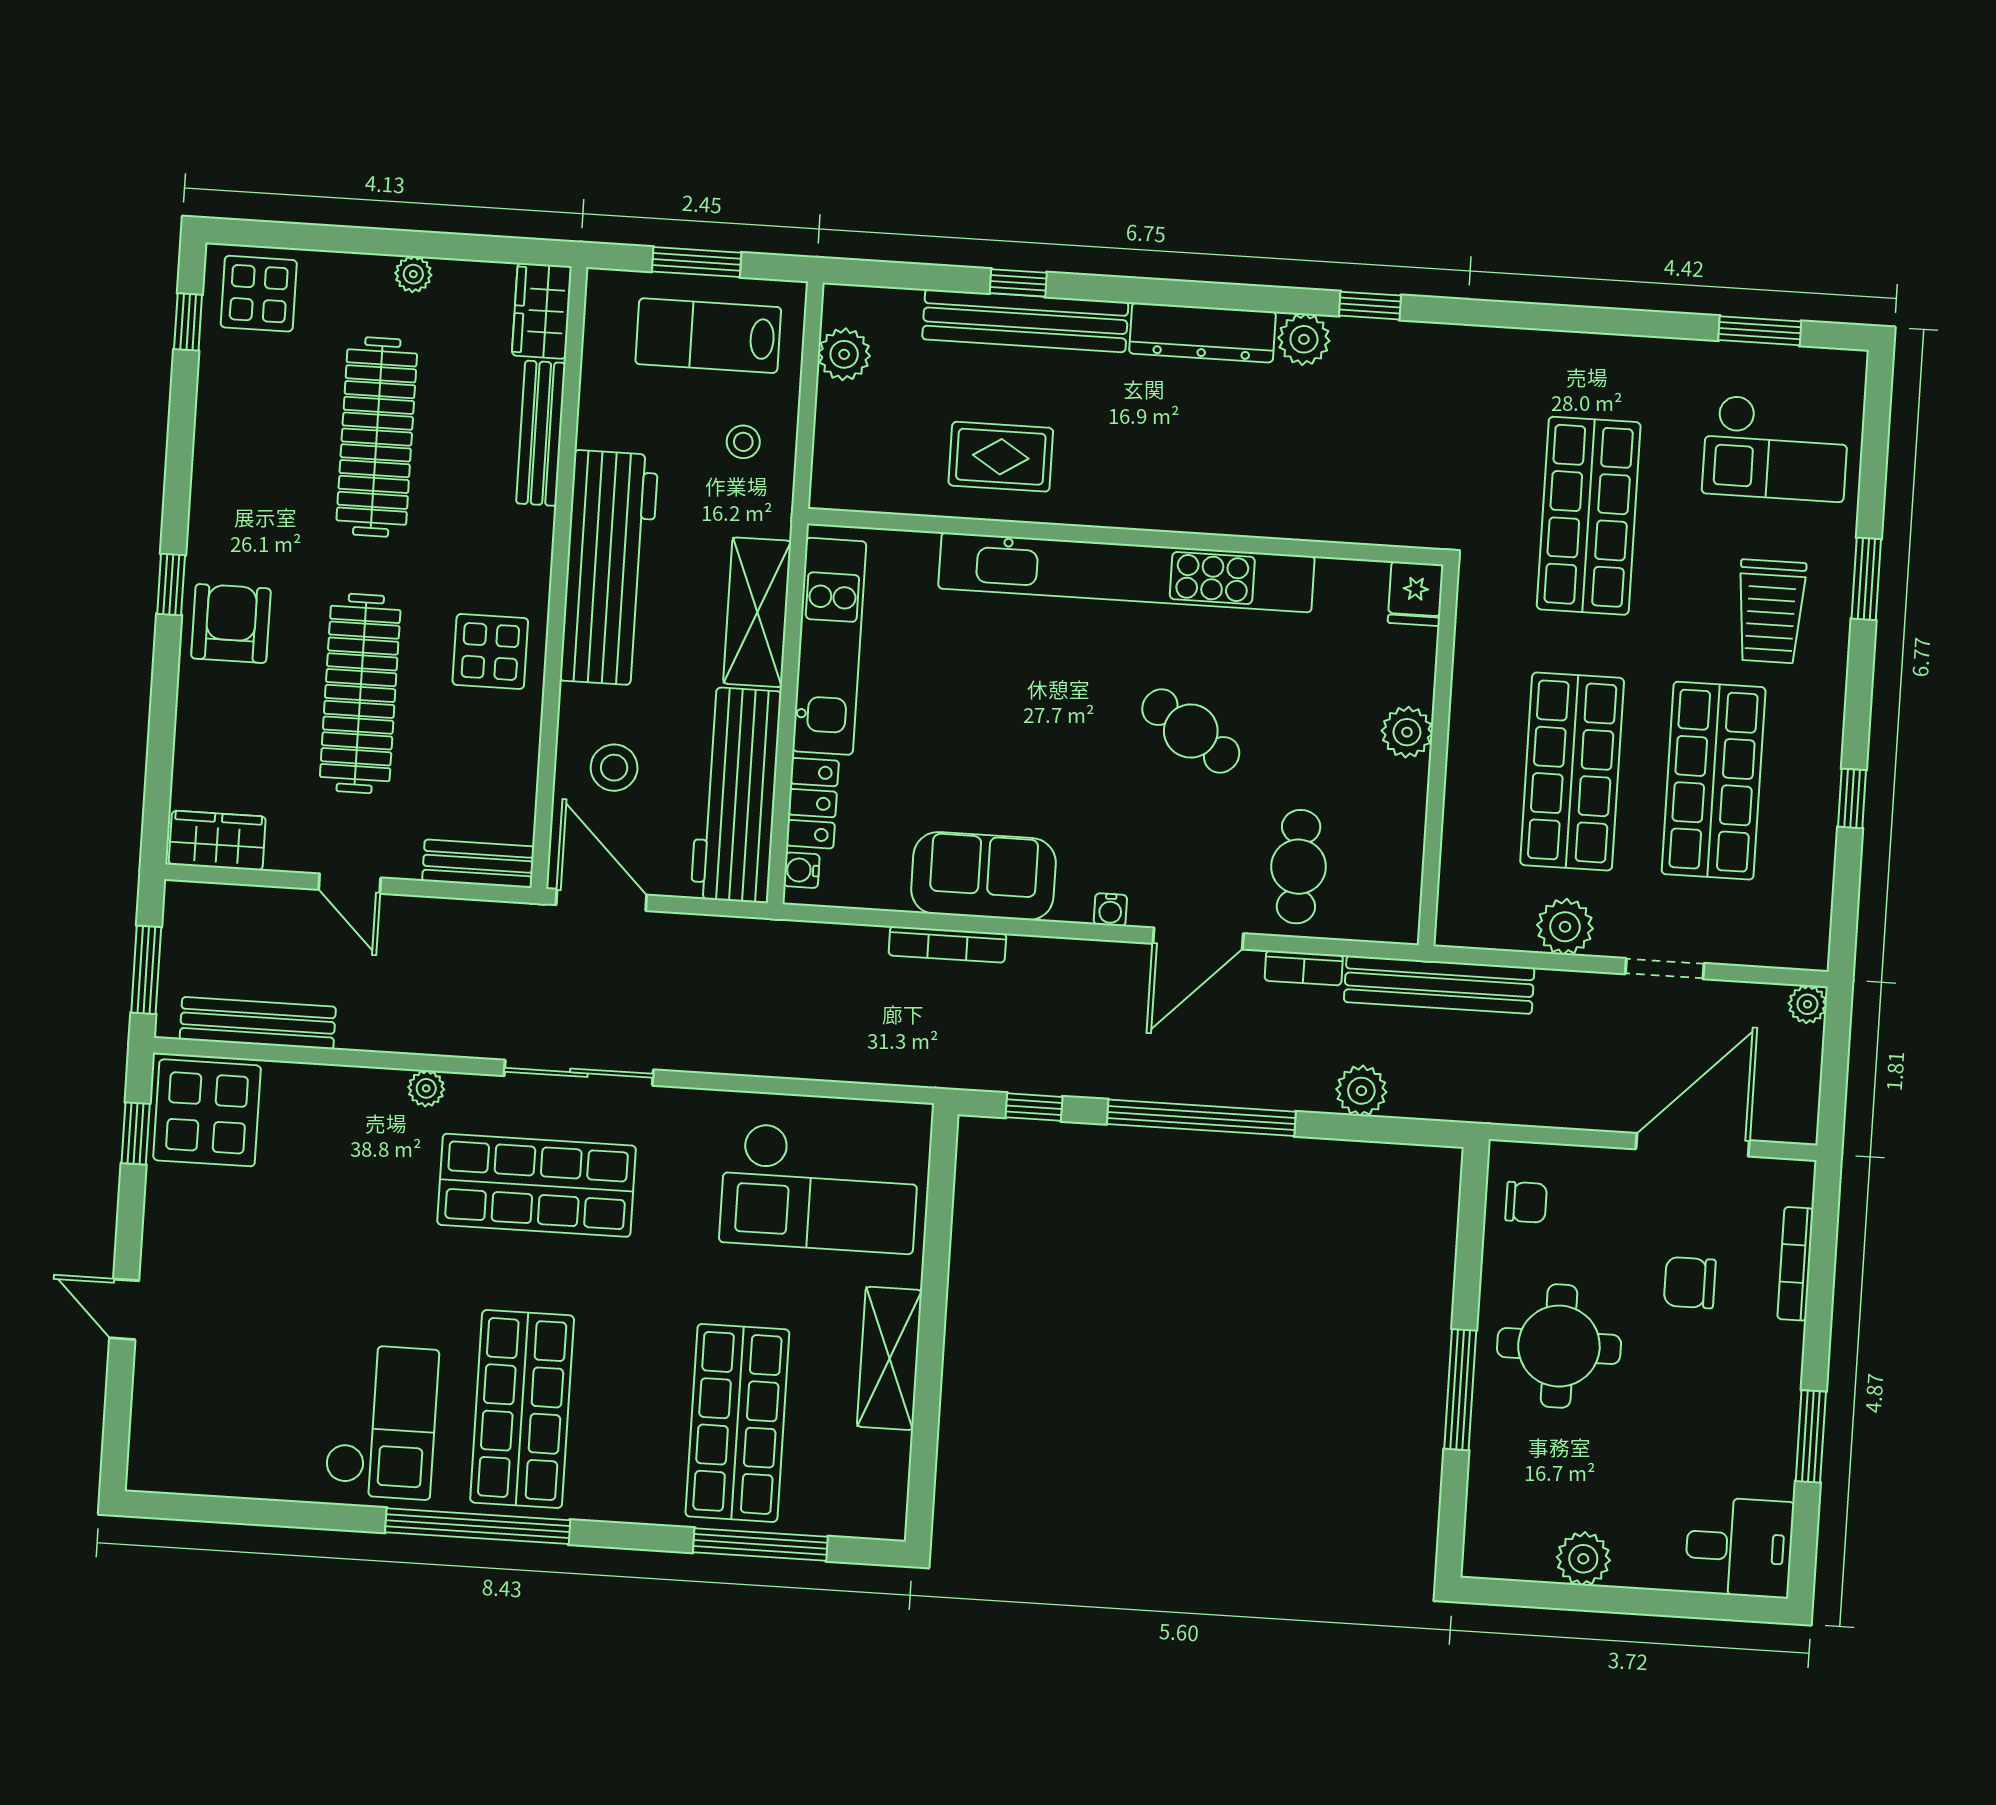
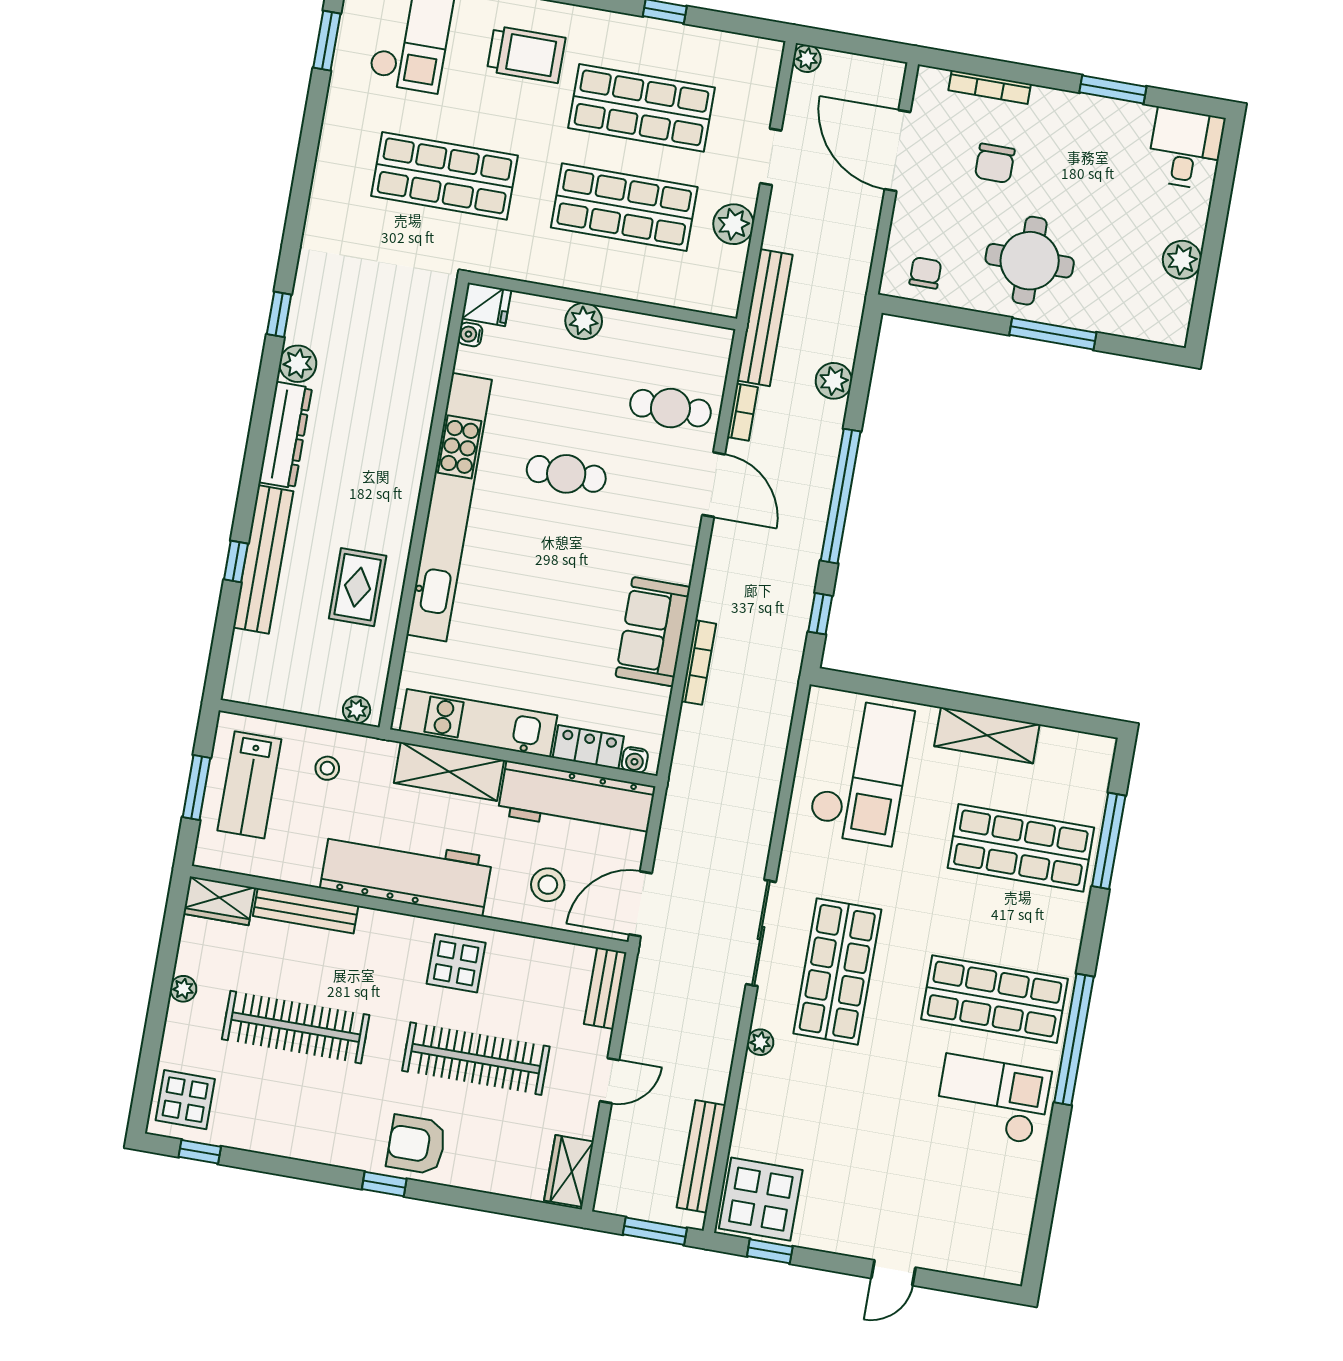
plant: (844, 354) -> (357, 710), moved, width x0.73, depth x0.73
cafe table: (1191, 731) -> (566, 474), turned 56
water cooler: (1110, 910) -> (470, 334), moved, turned 180

